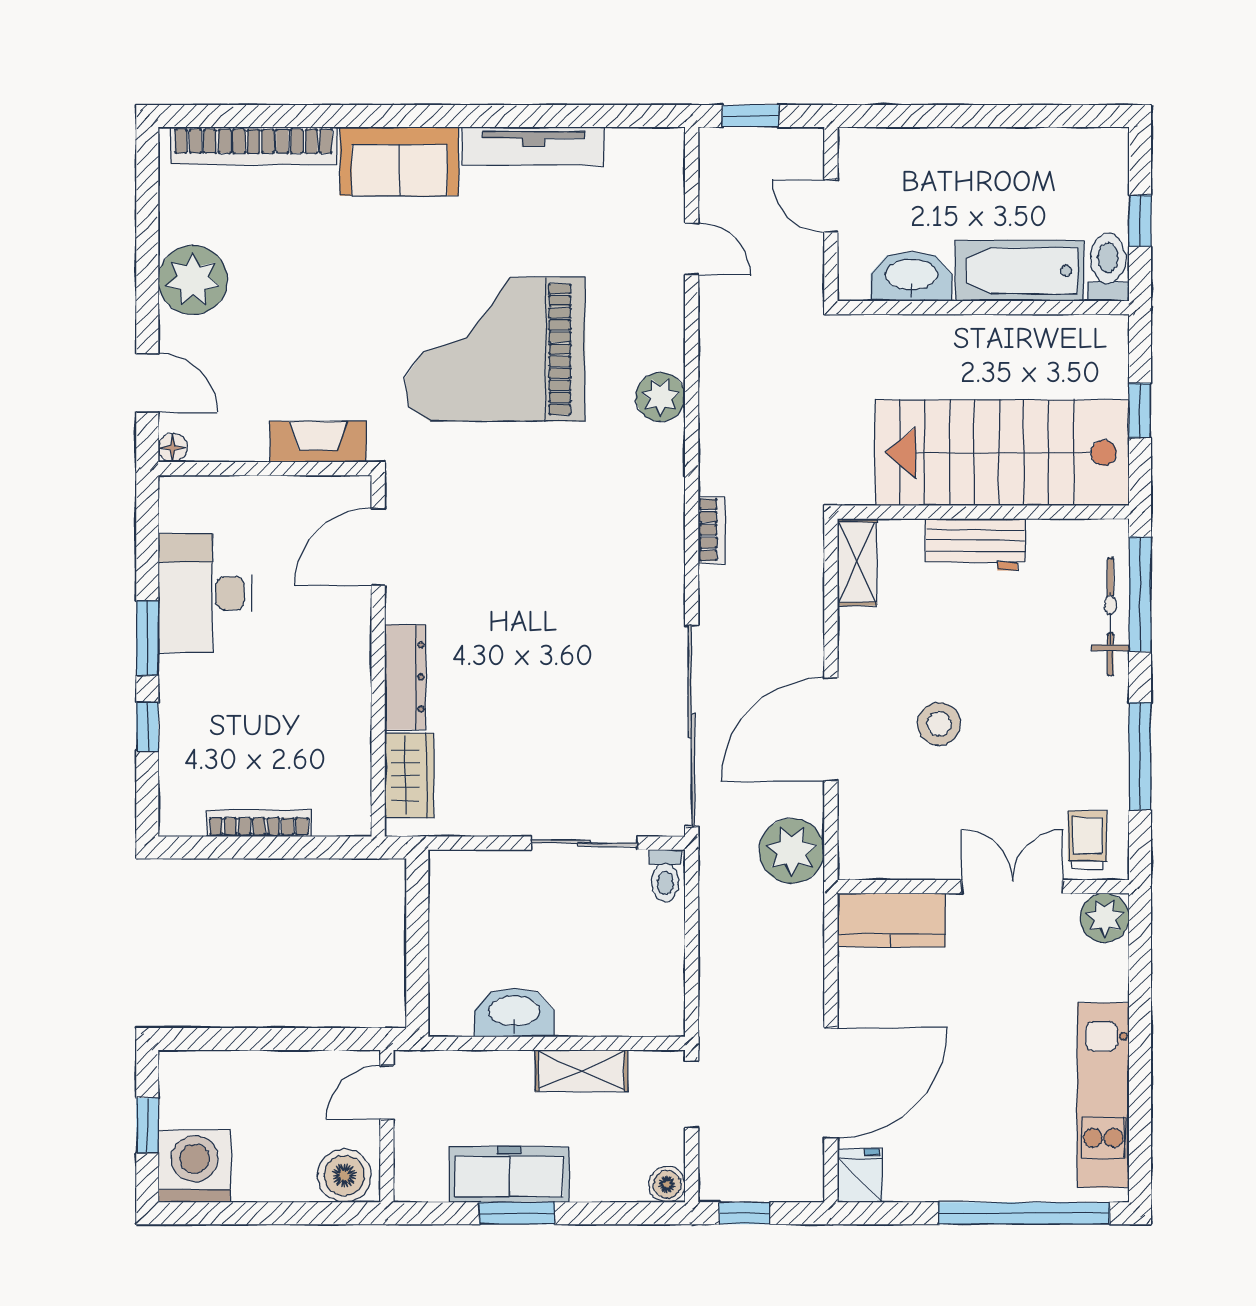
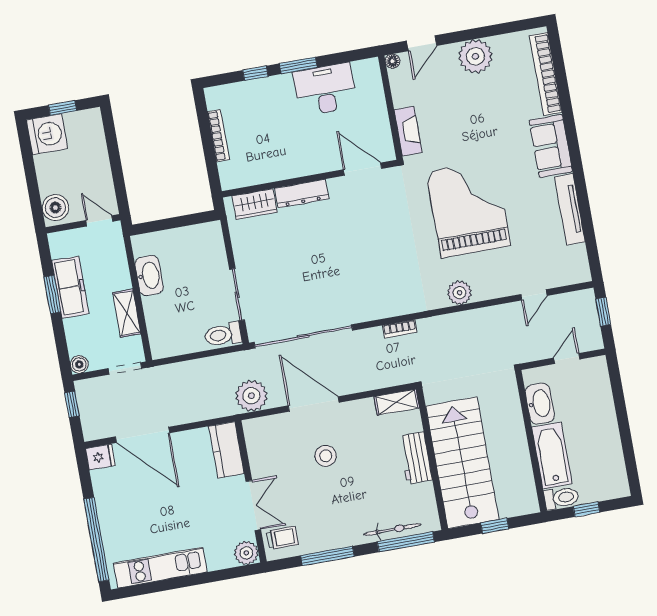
toilet: (665, 876) -> (223, 335), width x1.37, depth x1.39

